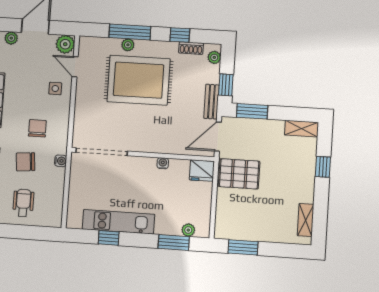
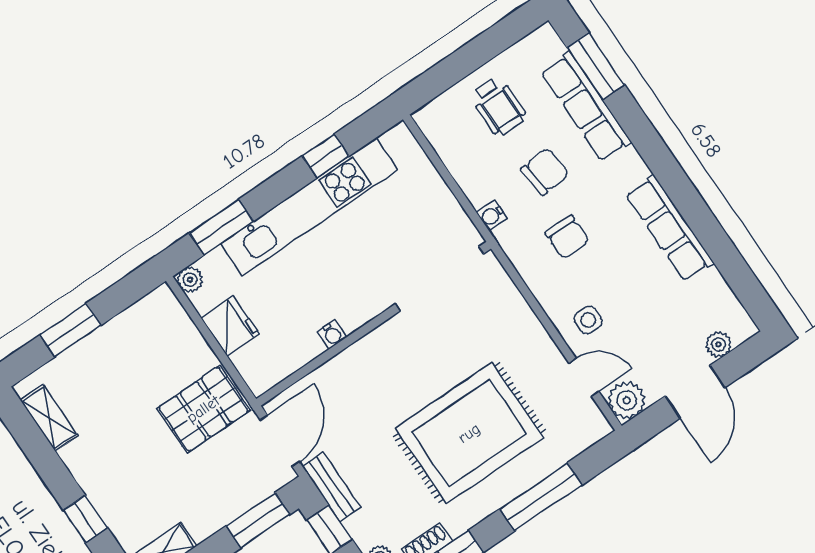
plant: (128, 45) -> (528, 475), removed
fridge: (202, 171) -> (230, 326), moved, turned 90
kitchen unit: (118, 222) -> (309, 207), width x1.36
plant: (188, 230) -> (190, 280), moved
window: (243, 247) -> (70, 330), moved

